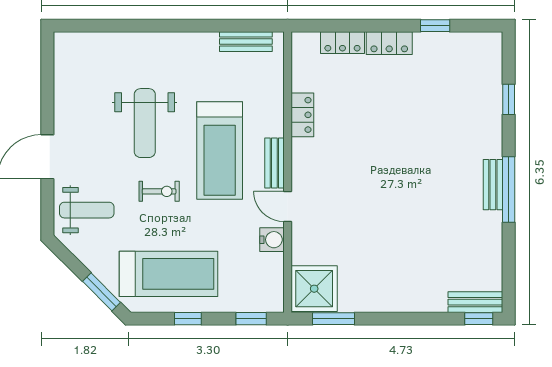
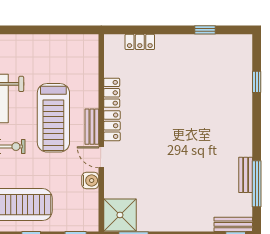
bench: (246, 42) -> (72, 41), removed
locker: (389, 43) -> (112, 126), moved, turned -90
bench: (493, 185) -> (246, 175), moved
window: (509, 189) -> (257, 184), moved

